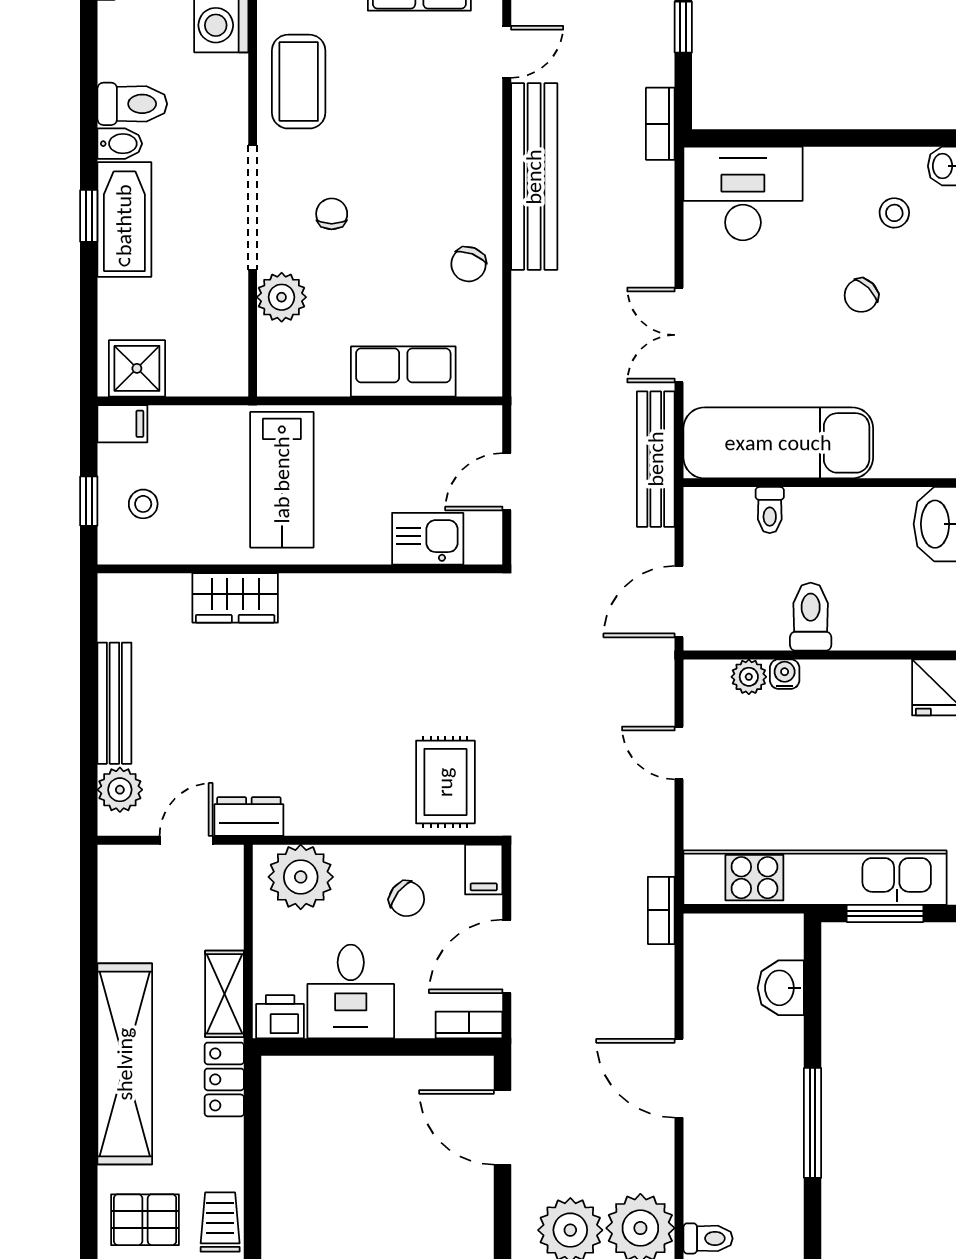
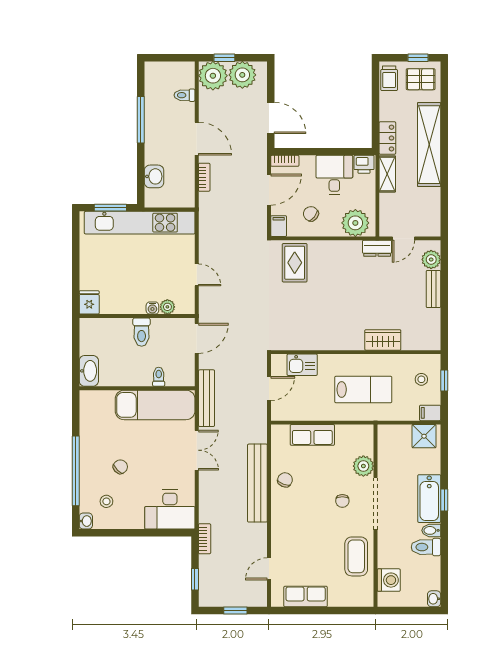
bench: (534, 177) -> (257, 483), moved
lab bench: (282, 480) -> (363, 389), turned 90
bench: (114, 703) -> (433, 289), width x0.73
bookcase: (661, 910) -> (204, 177), moved
toilet: (708, 1238) -> (185, 95), moved

